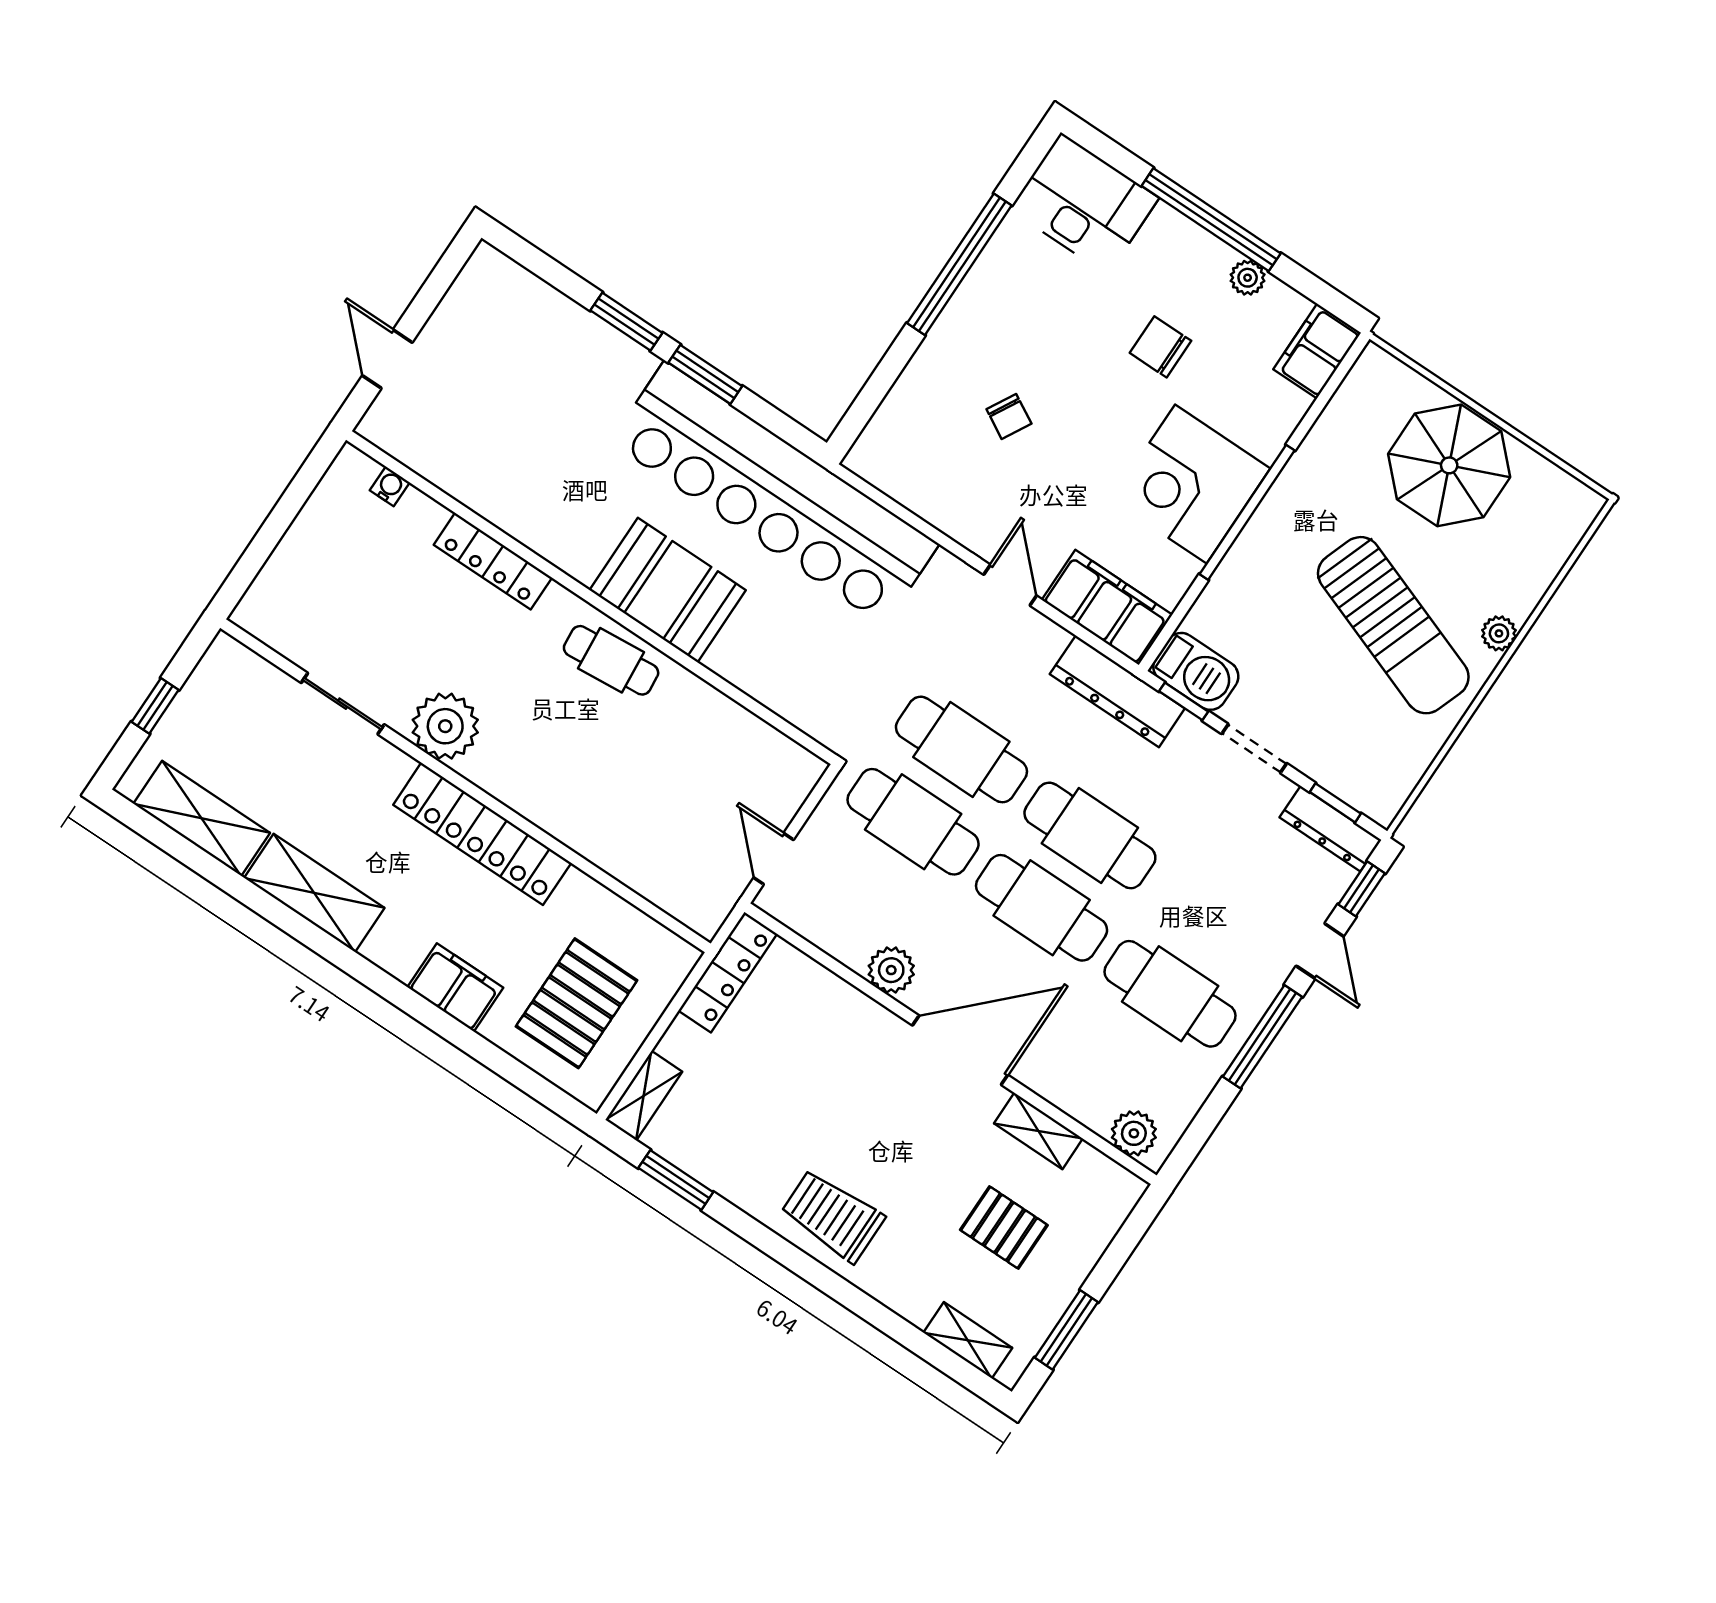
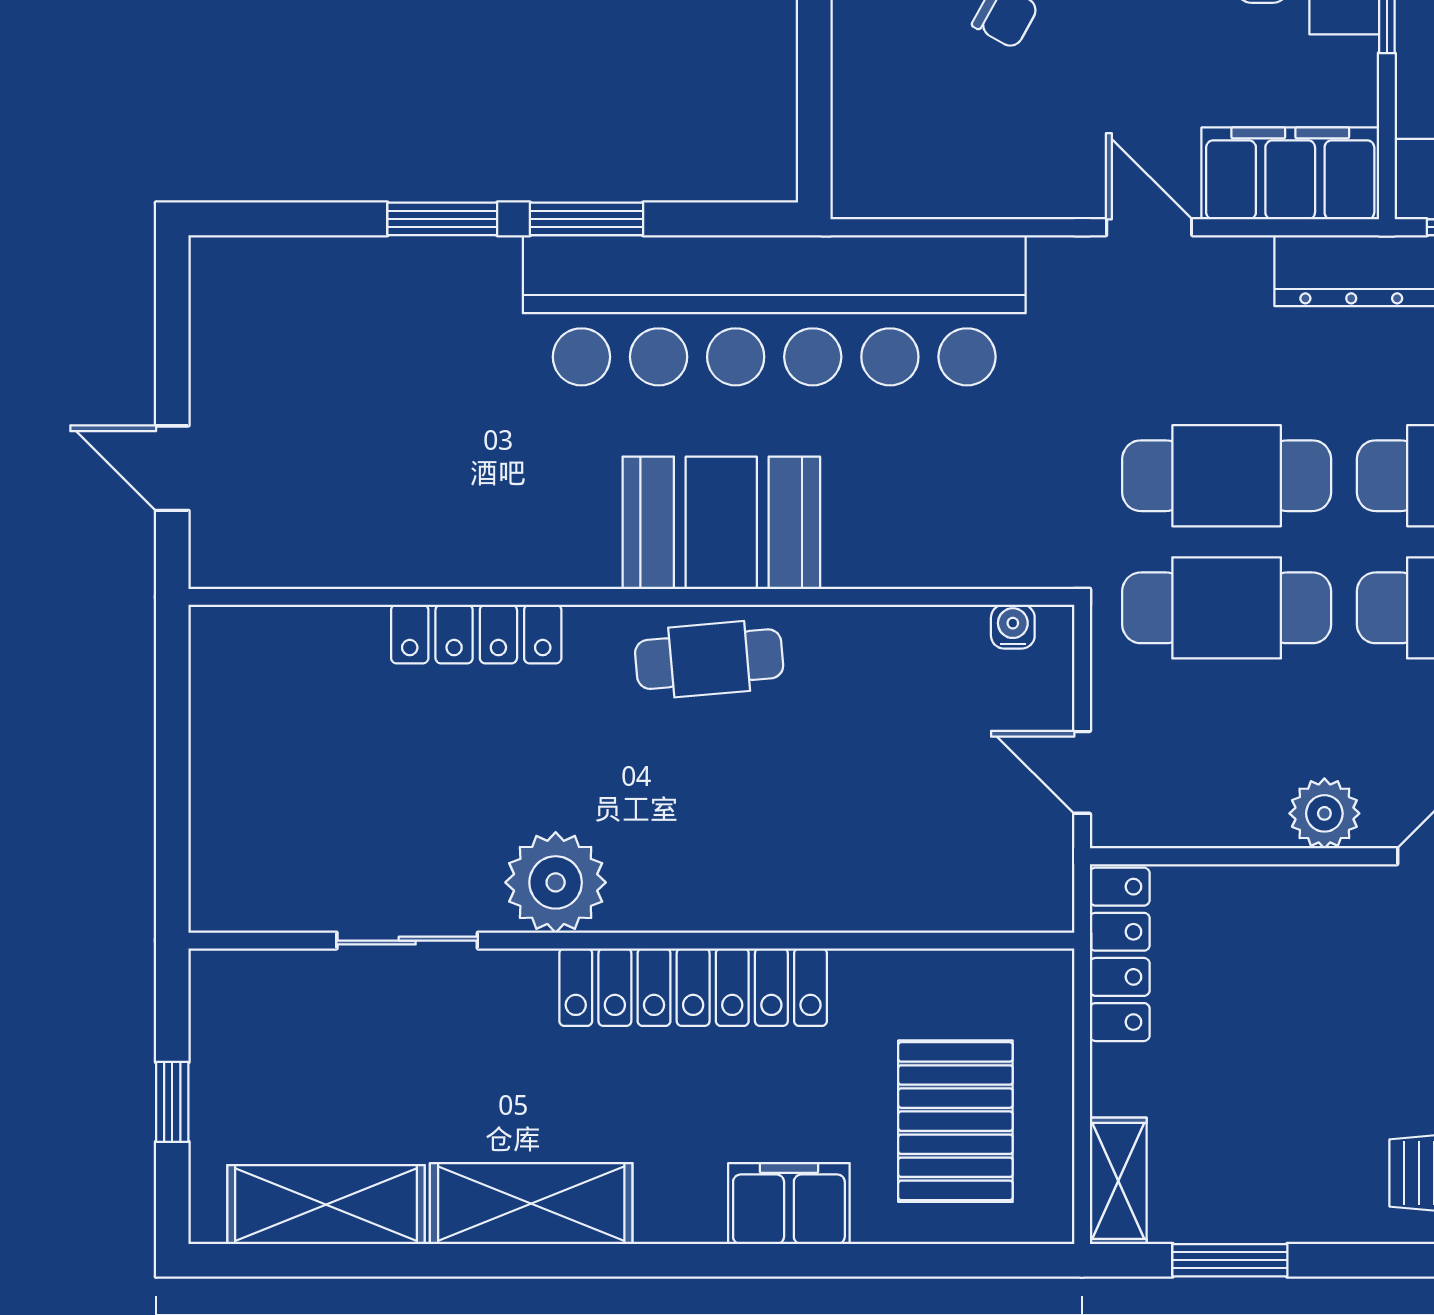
water cooler: (390, 486) -> (1013, 627), moved

